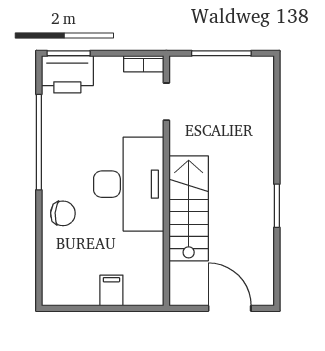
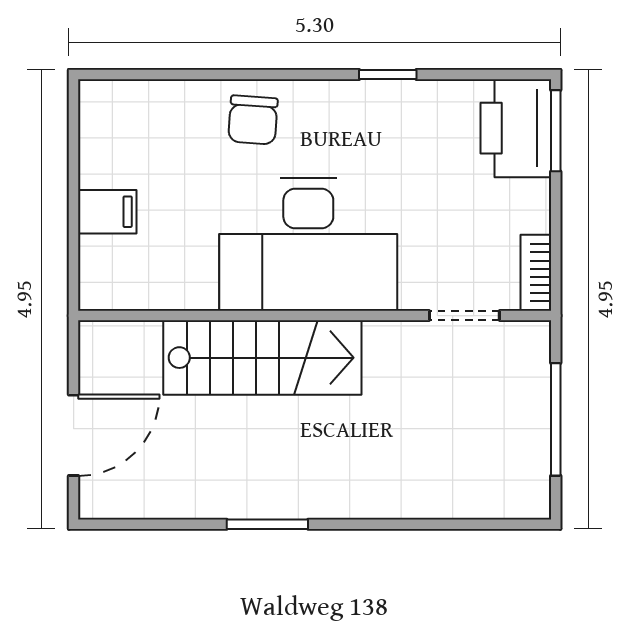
window: (39, 142) -> (388, 74), width x0.32

